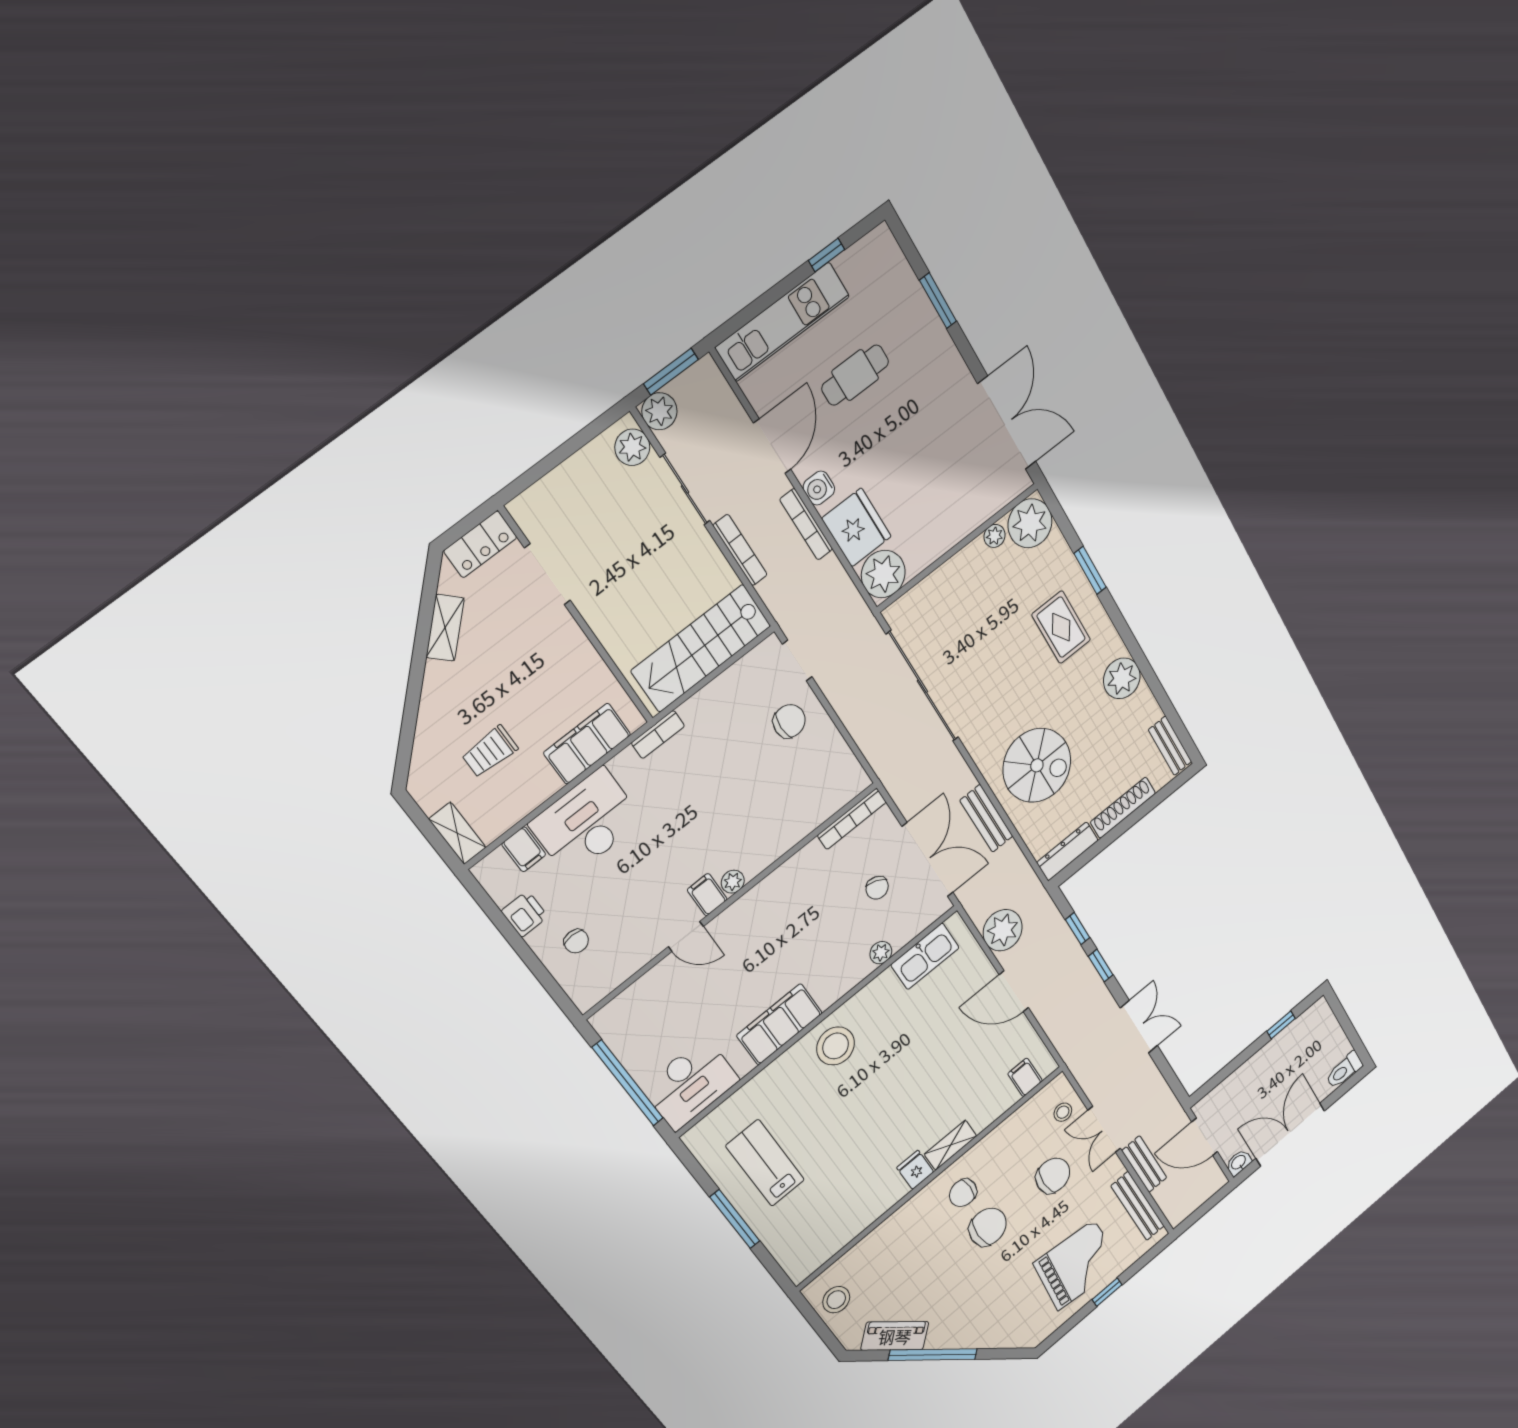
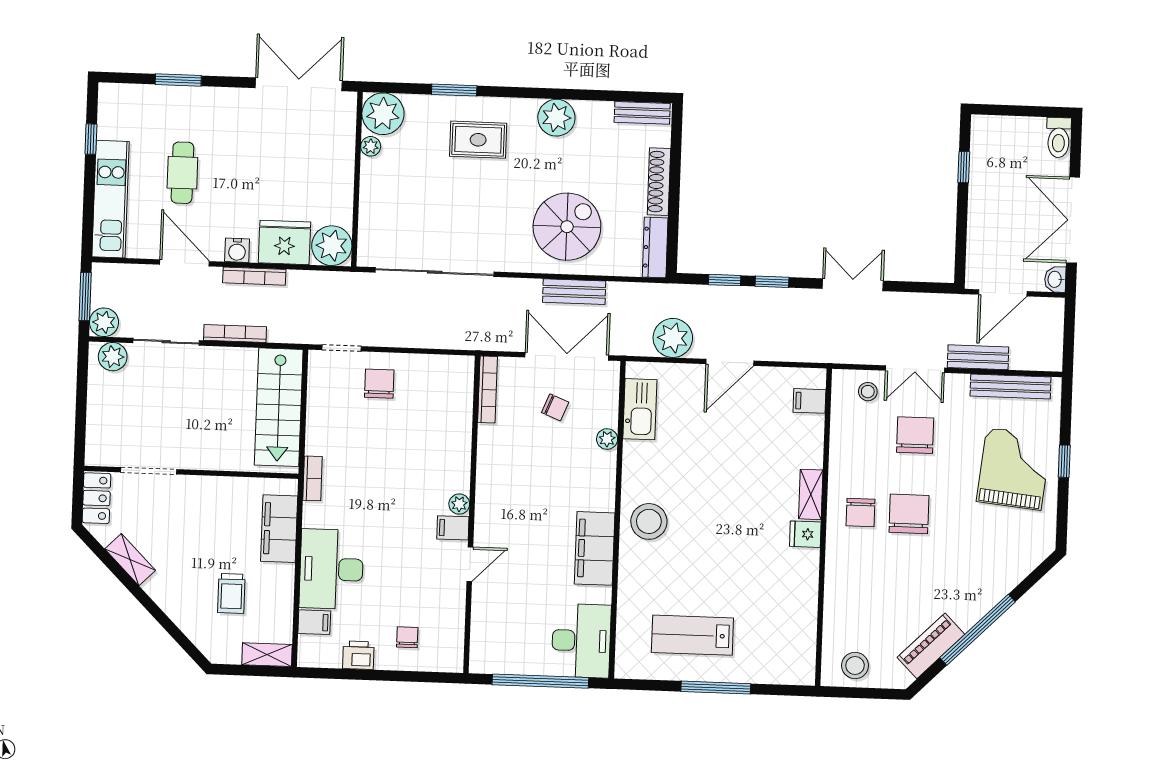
chair: (576, 941) -> (407, 637), turned -90

